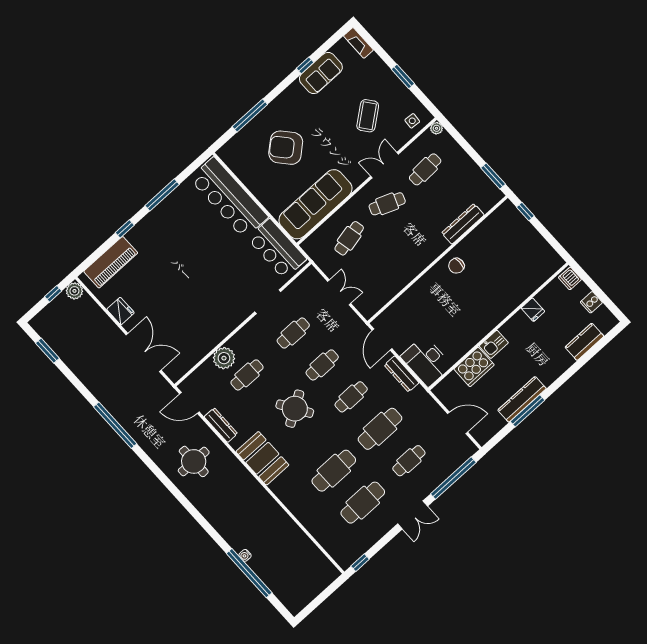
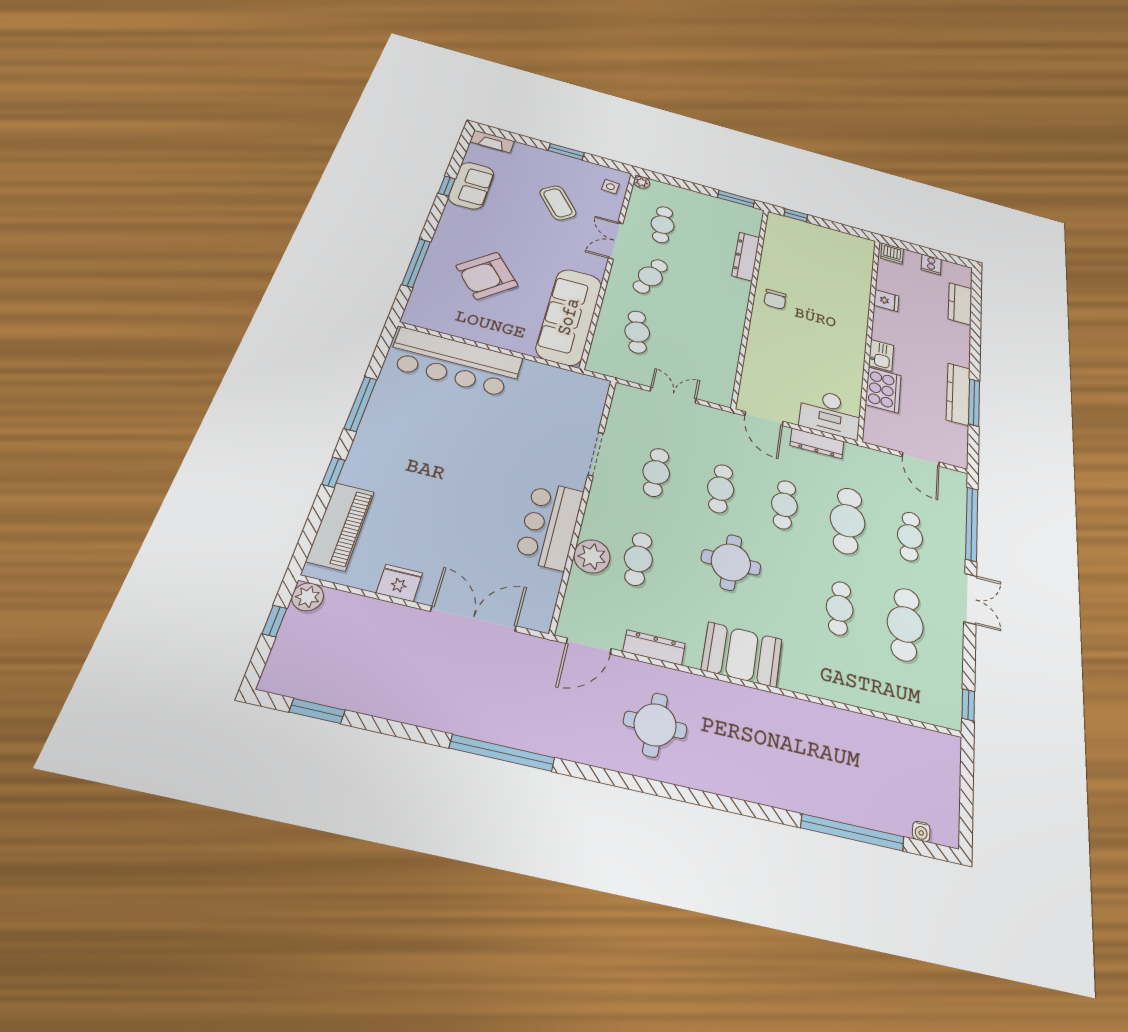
bar counter: (277, 249) -> (550, 525), moved, turned 90
round table: (295, 409) -> (731, 562), turned 32
door: (458, 423) -> (921, 459), swing flipped
cafe table: (334, 471) -> (840, 608), width x0.73, depth x0.74
water cooler: (245, 555) -> (921, 831), moved

